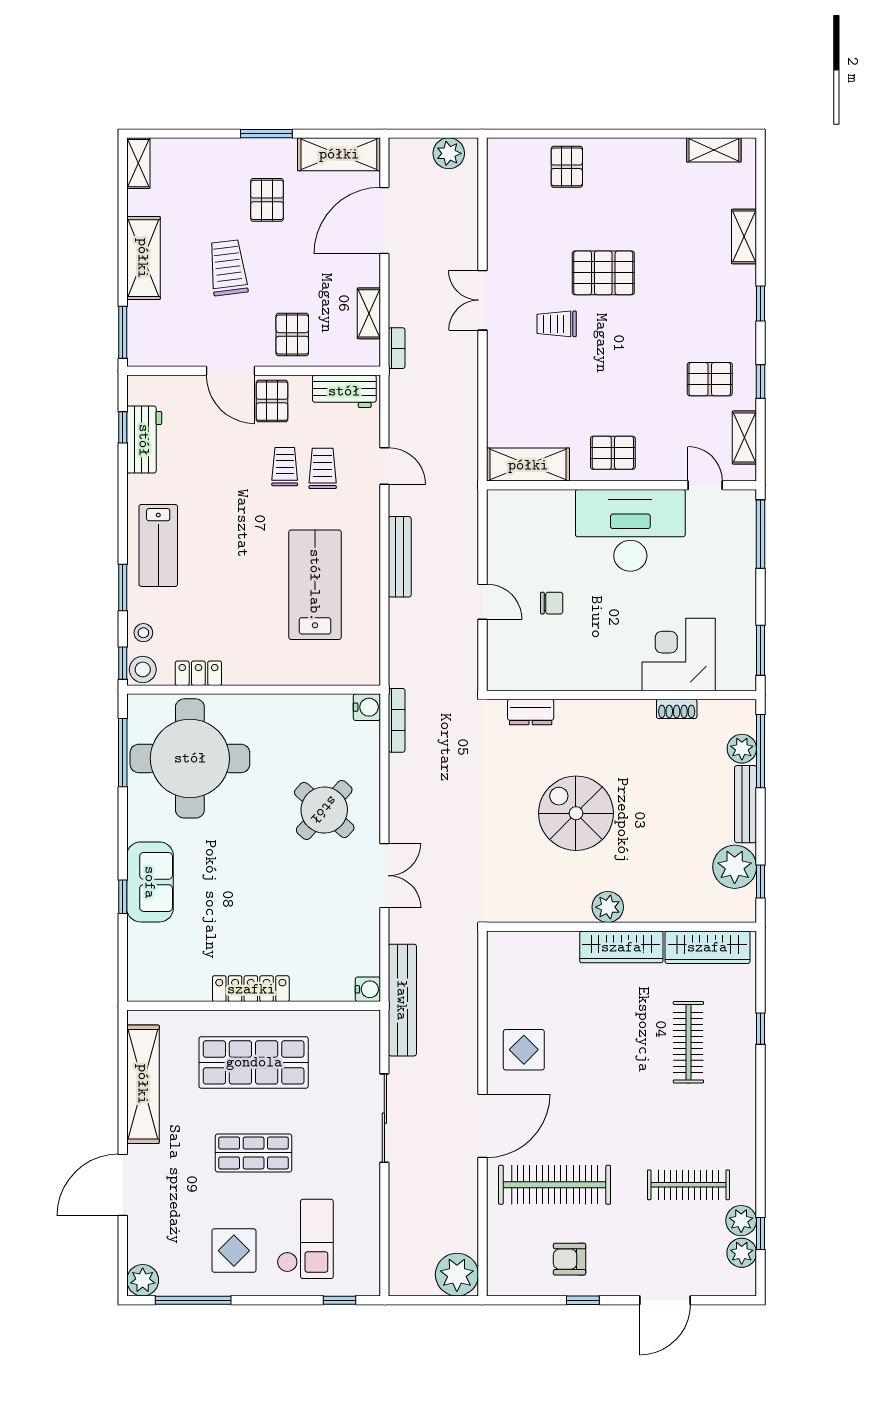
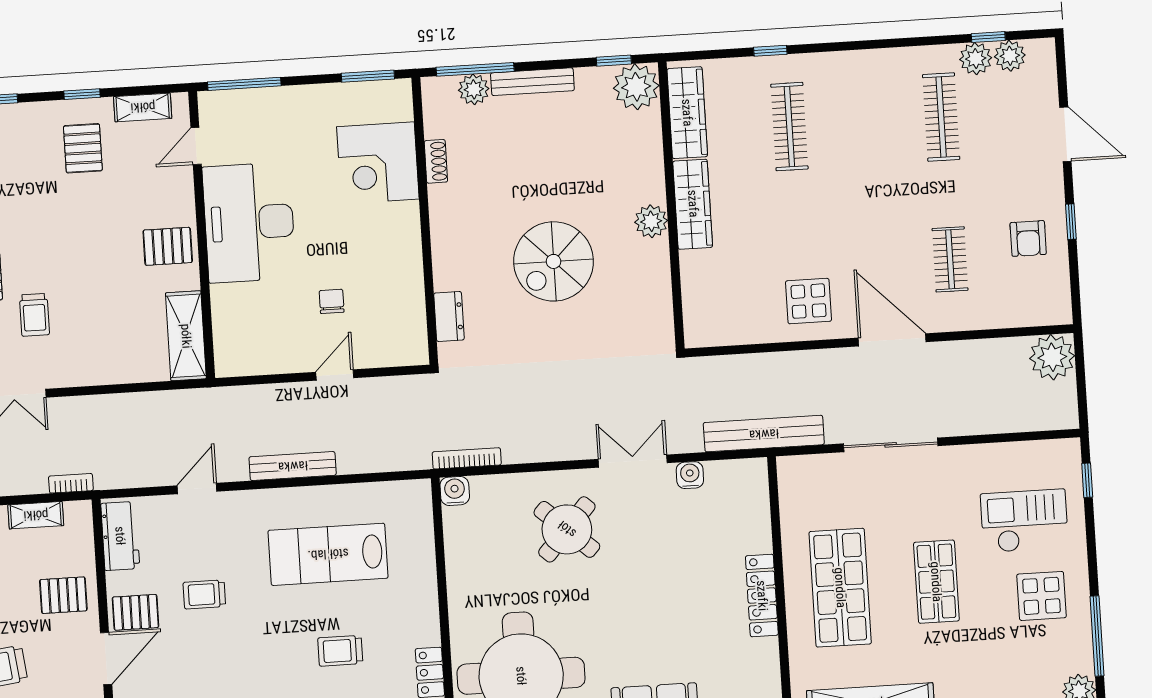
pallet: (613, 453) -> (168, 246), turned 90
trolley: (323, 468) -> (340, 651), moved
plant: (735, 867) -> (636, 87), moved
water cooler: (368, 989) -> (690, 475), moved
clothes rail: (688, 1042) -> (789, 127), turned 90
clothes rail: (555, 1185) -> (950, 259), width x0.54, depth x0.76

